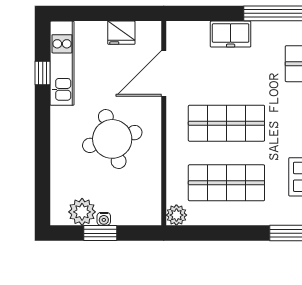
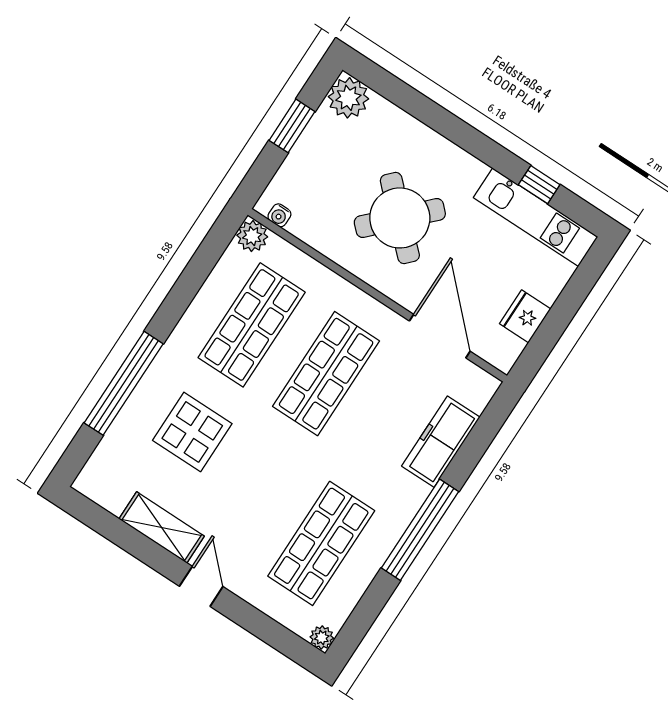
freezer: (231, 34) -> (441, 442), width x1.40
round table: (112, 139) -> (400, 218), turned -30
plant: (82, 212) -> (348, 98), moved
water cooler: (104, 219) -> (279, 215), moved, turned -90

